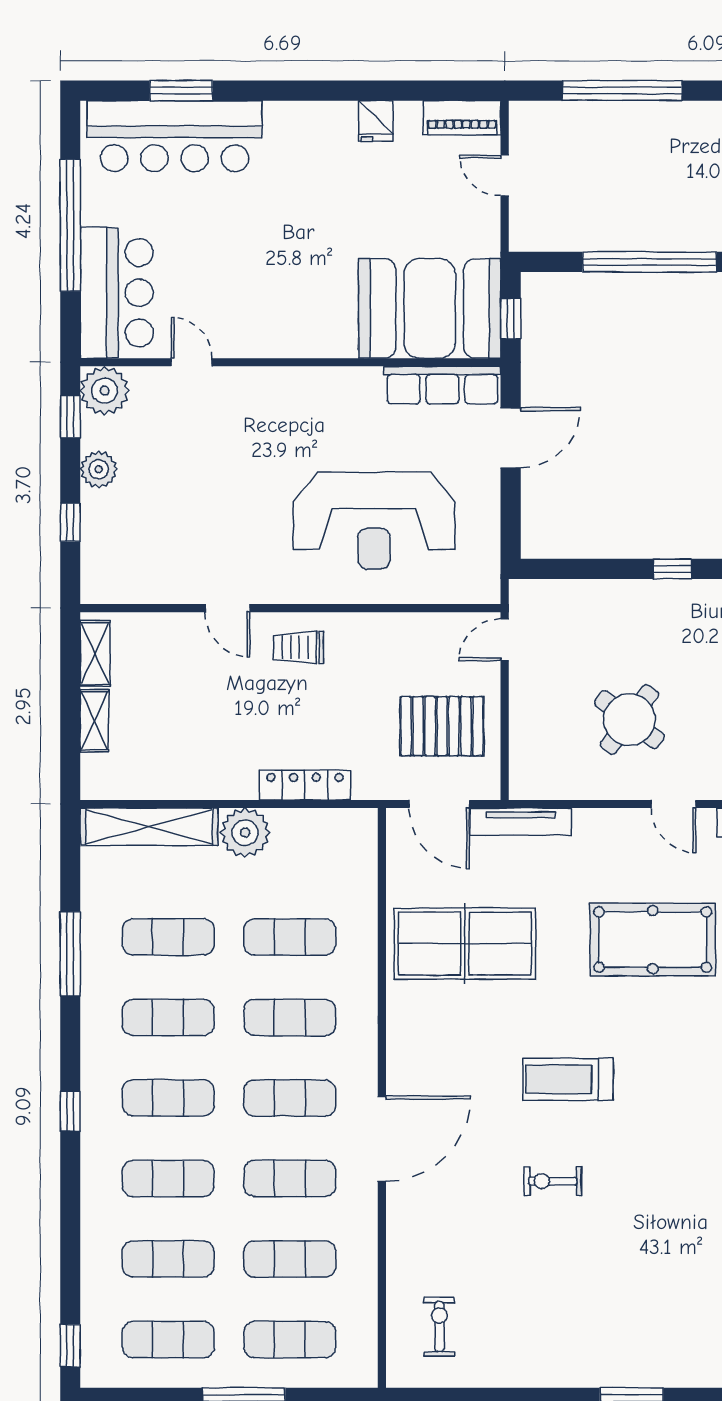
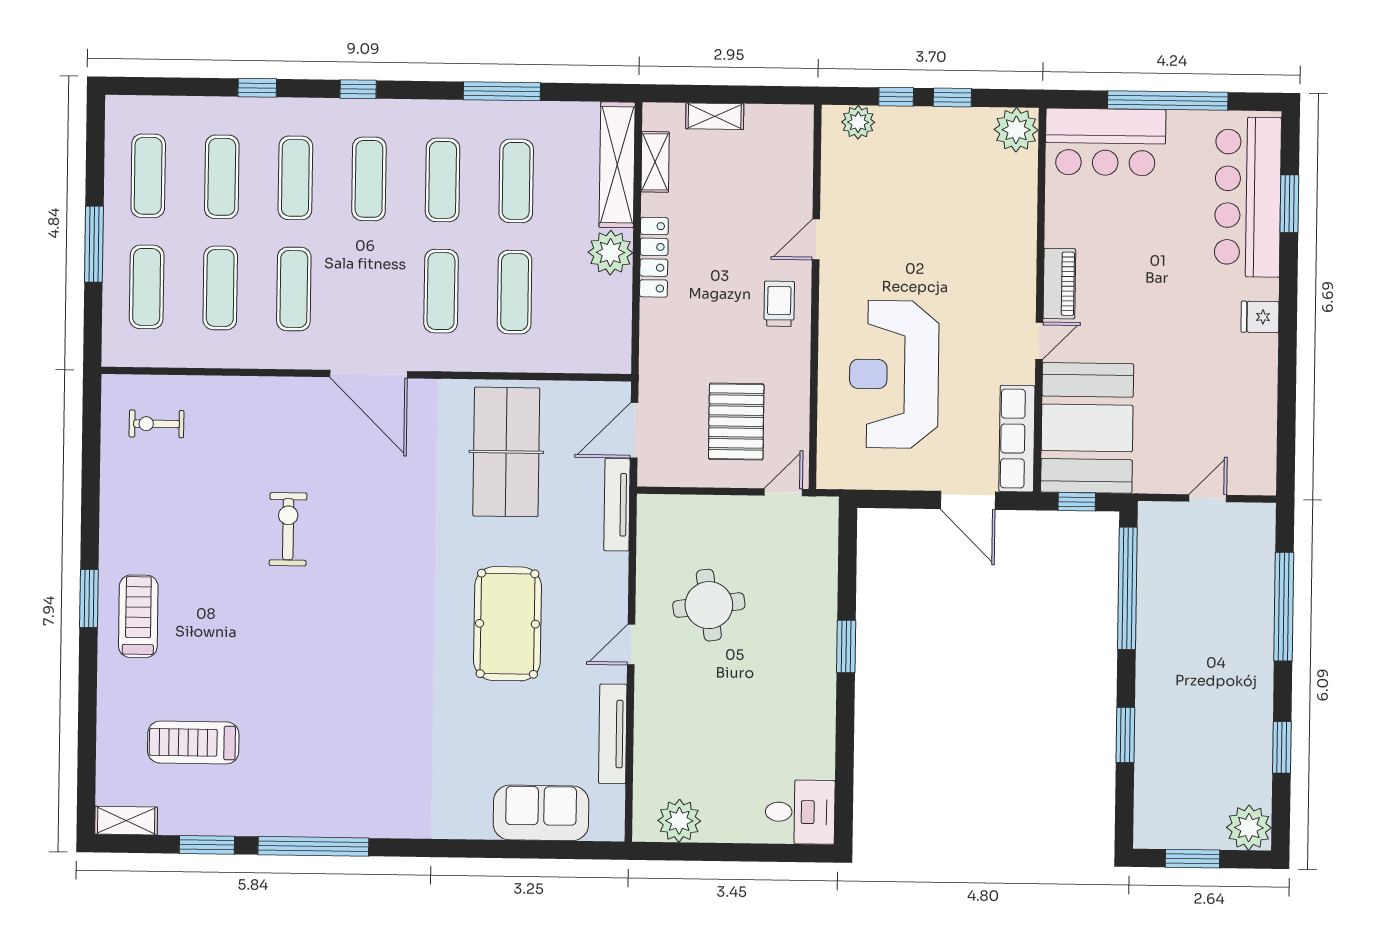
piano: (462, 118) -> (1059, 284), moved, turned 180
fridge: (376, 121) -> (1260, 317), moved
window: (649, 262) -> (1127, 588), moved
door: (192, 362) -> (1039, 341), moved
window: (70, 417) -> (952, 97), moved
plant: (99, 469) -> (858, 122), moved
window: (673, 569) -> (846, 647), width x1.50
door: (505, 640) -> (783, 492), hinge flipped
shelving: (95, 653) -> (655, 162), moved, turned 90
round table: (629, 720) -> (709, 605), turned 45
pallet: (442, 726) -> (736, 422), moved
locker: (305, 785) -> (654, 257), moved
treadmill: (568, 1079) -> (138, 616), moved
exercise mat: (290, 1098) -> (367, 290), removed
door: (382, 1139) -> (369, 374), moved
exercise bike: (553, 1181) -> (288, 529), width x1.38, depth x1.39
exercise bike: (439, 1327) -> (156, 424), turned 180
window: (70, 1346) -> (257, 88), moved

